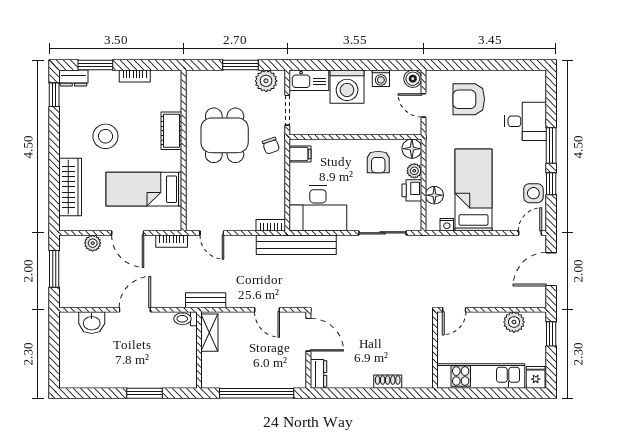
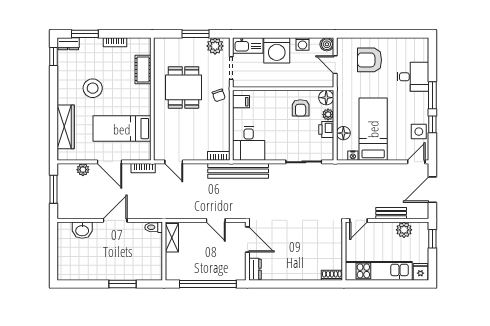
cot: (171, 131) -> (143, 69), moved
desk: (318, 208) -> (249, 143), width x0.73
bench: (206, 300) -> (391, 213), moved
shoe rack: (388, 382) -> (332, 275), moved

